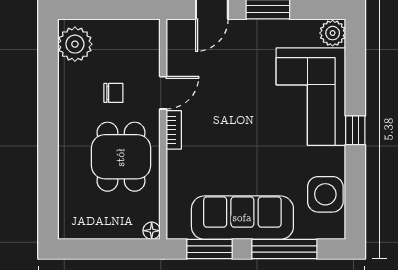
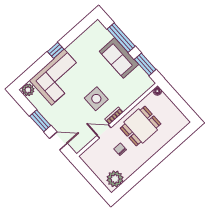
side table: (325, 194) -> (96, 99), moved
sofa: (242, 218) -> (119, 58), width x0.73

